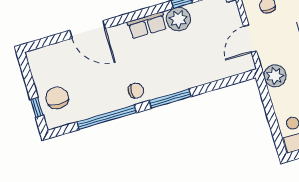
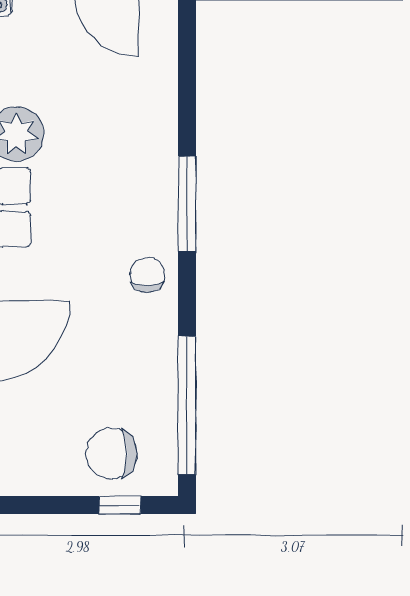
window: (107, 117) -> (187, 405), moved

